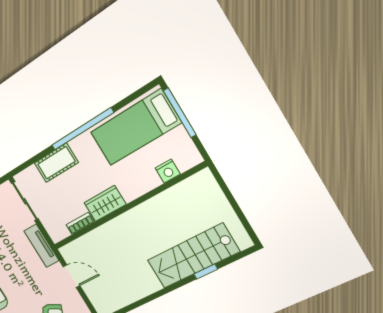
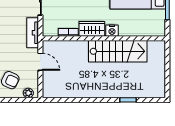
nightstand: (168, 171) -> (112, 31), moved
stairs: (193, 256) -> (118, 51), moved, turned 180

